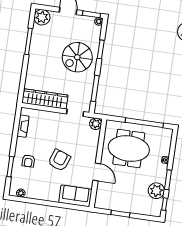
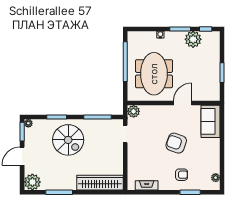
wardrobe: (45, 99) -> (100, 183), moved, turned 90

